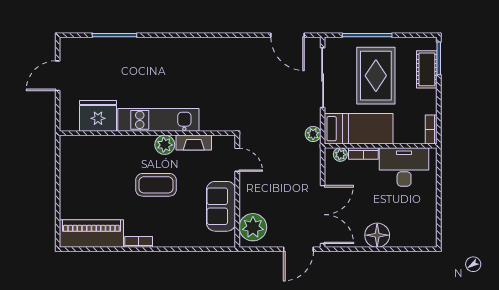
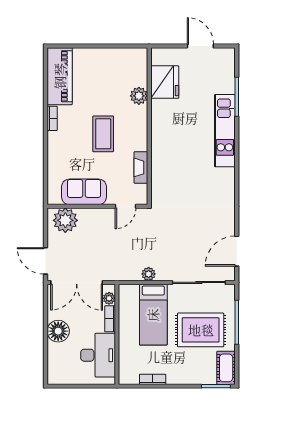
cot: (427, 69) -> (226, 368), moved, turned 90
kitchen unit: (158, 120) -> (225, 131), moved, turned 180
plant: (165, 145) -> (139, 96), moved
wall: (381, 146) -> (117, 334), moved
bookcase: (363, 154) -> (110, 319), moved
plant: (340, 155) -> (109, 298), moved
desk: (404, 167) -> (98, 355), moved

